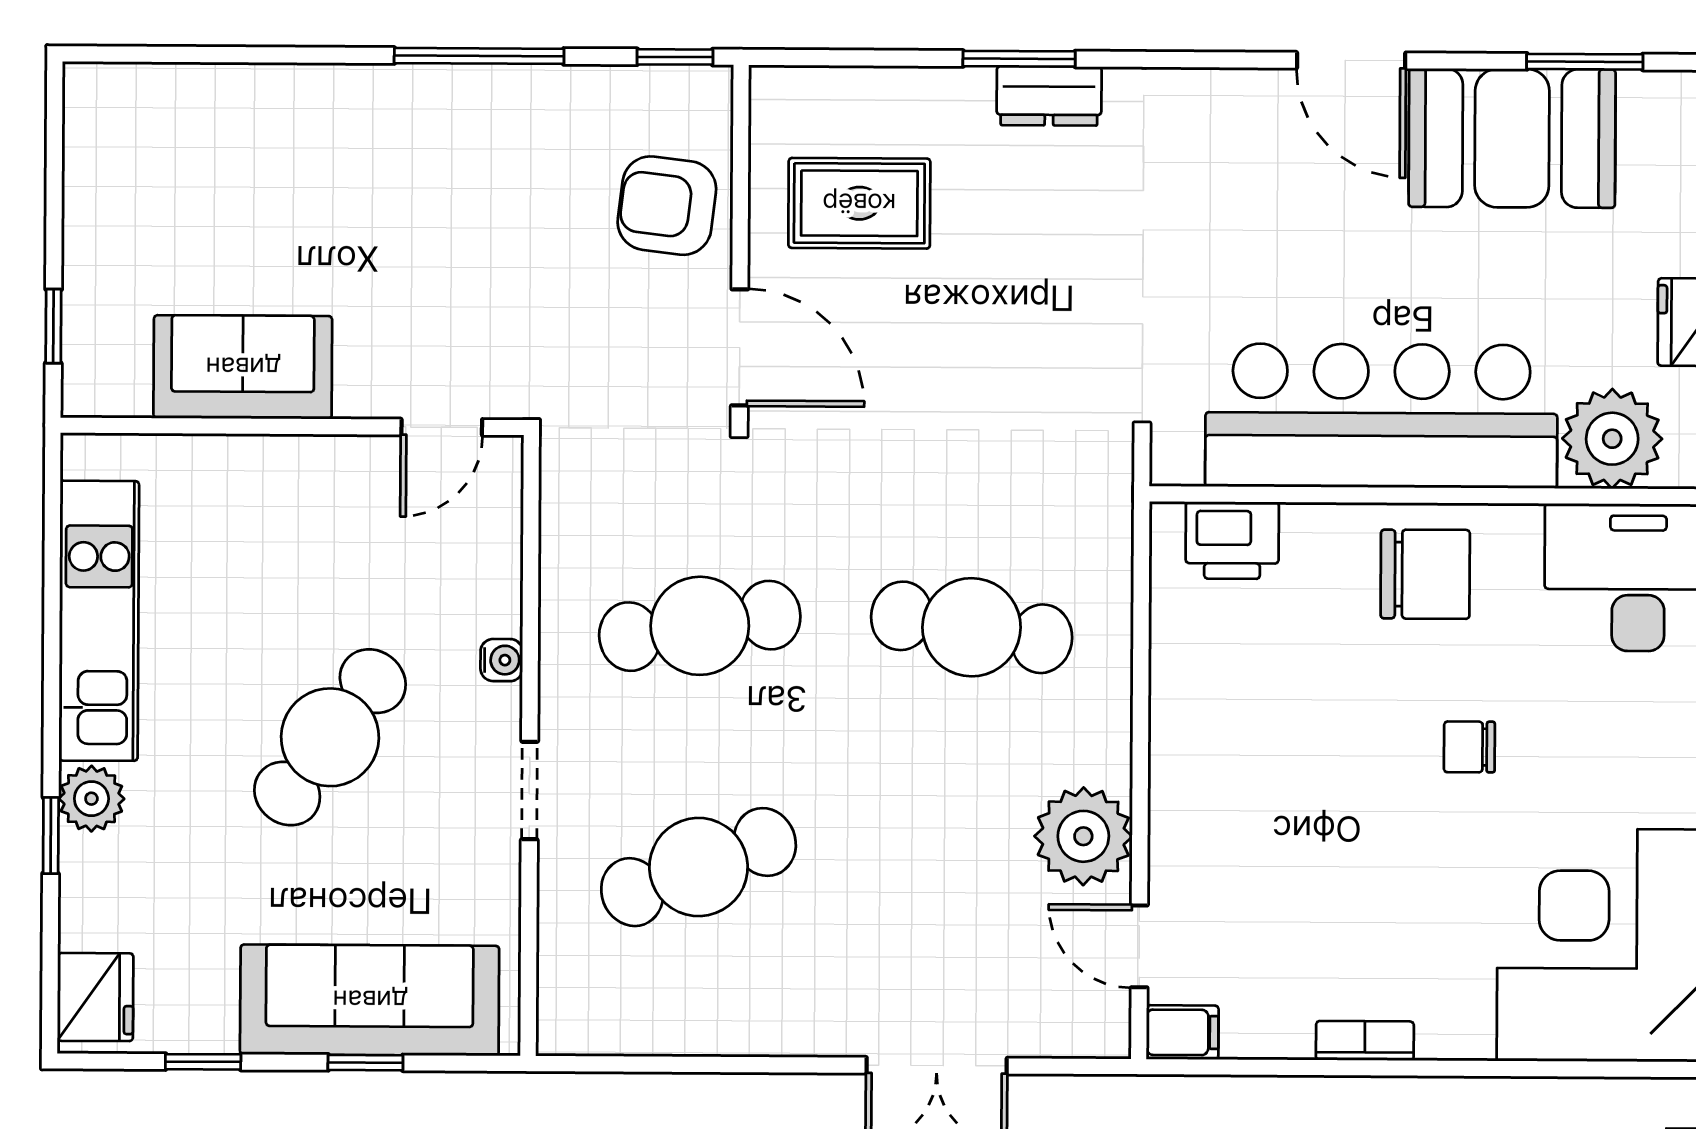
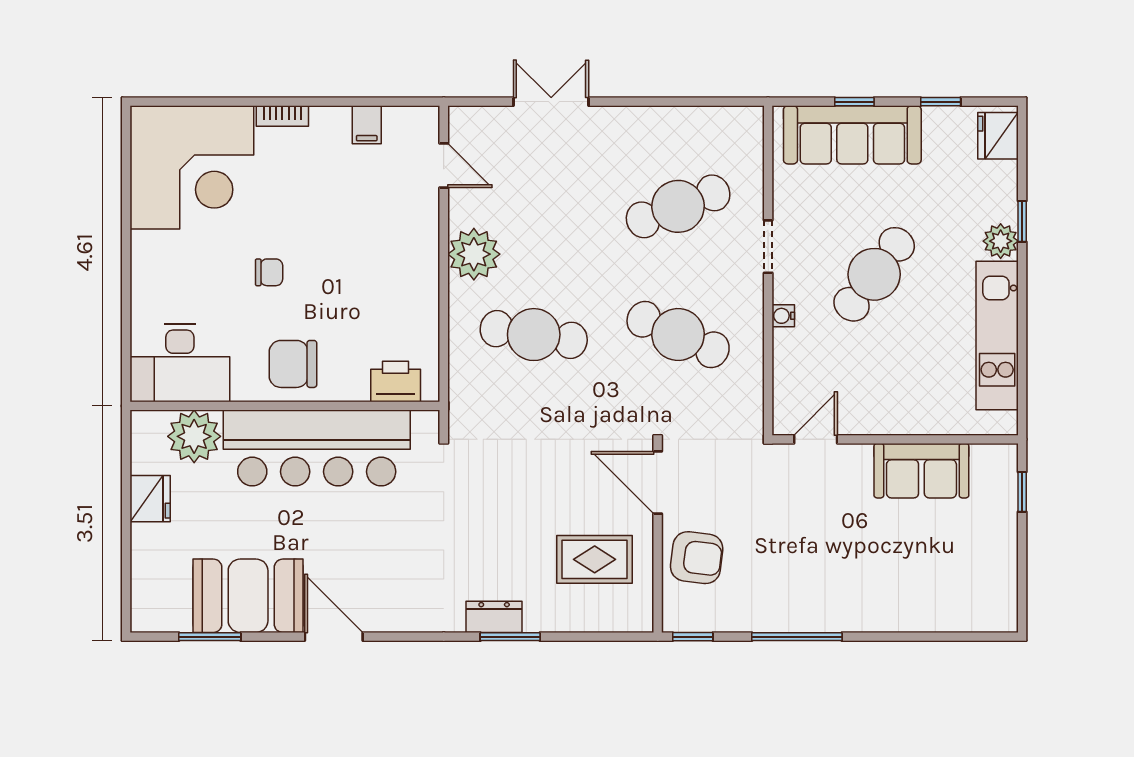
cafe table: (700, 626) -> (678, 335), turned 33
plant: (1083, 836) -> (474, 254), moved
filing cabinet: (1182, 1032) -> (367, 125), moved, turned -90
bookcase: (1365, 1041) -> (282, 116), moved

